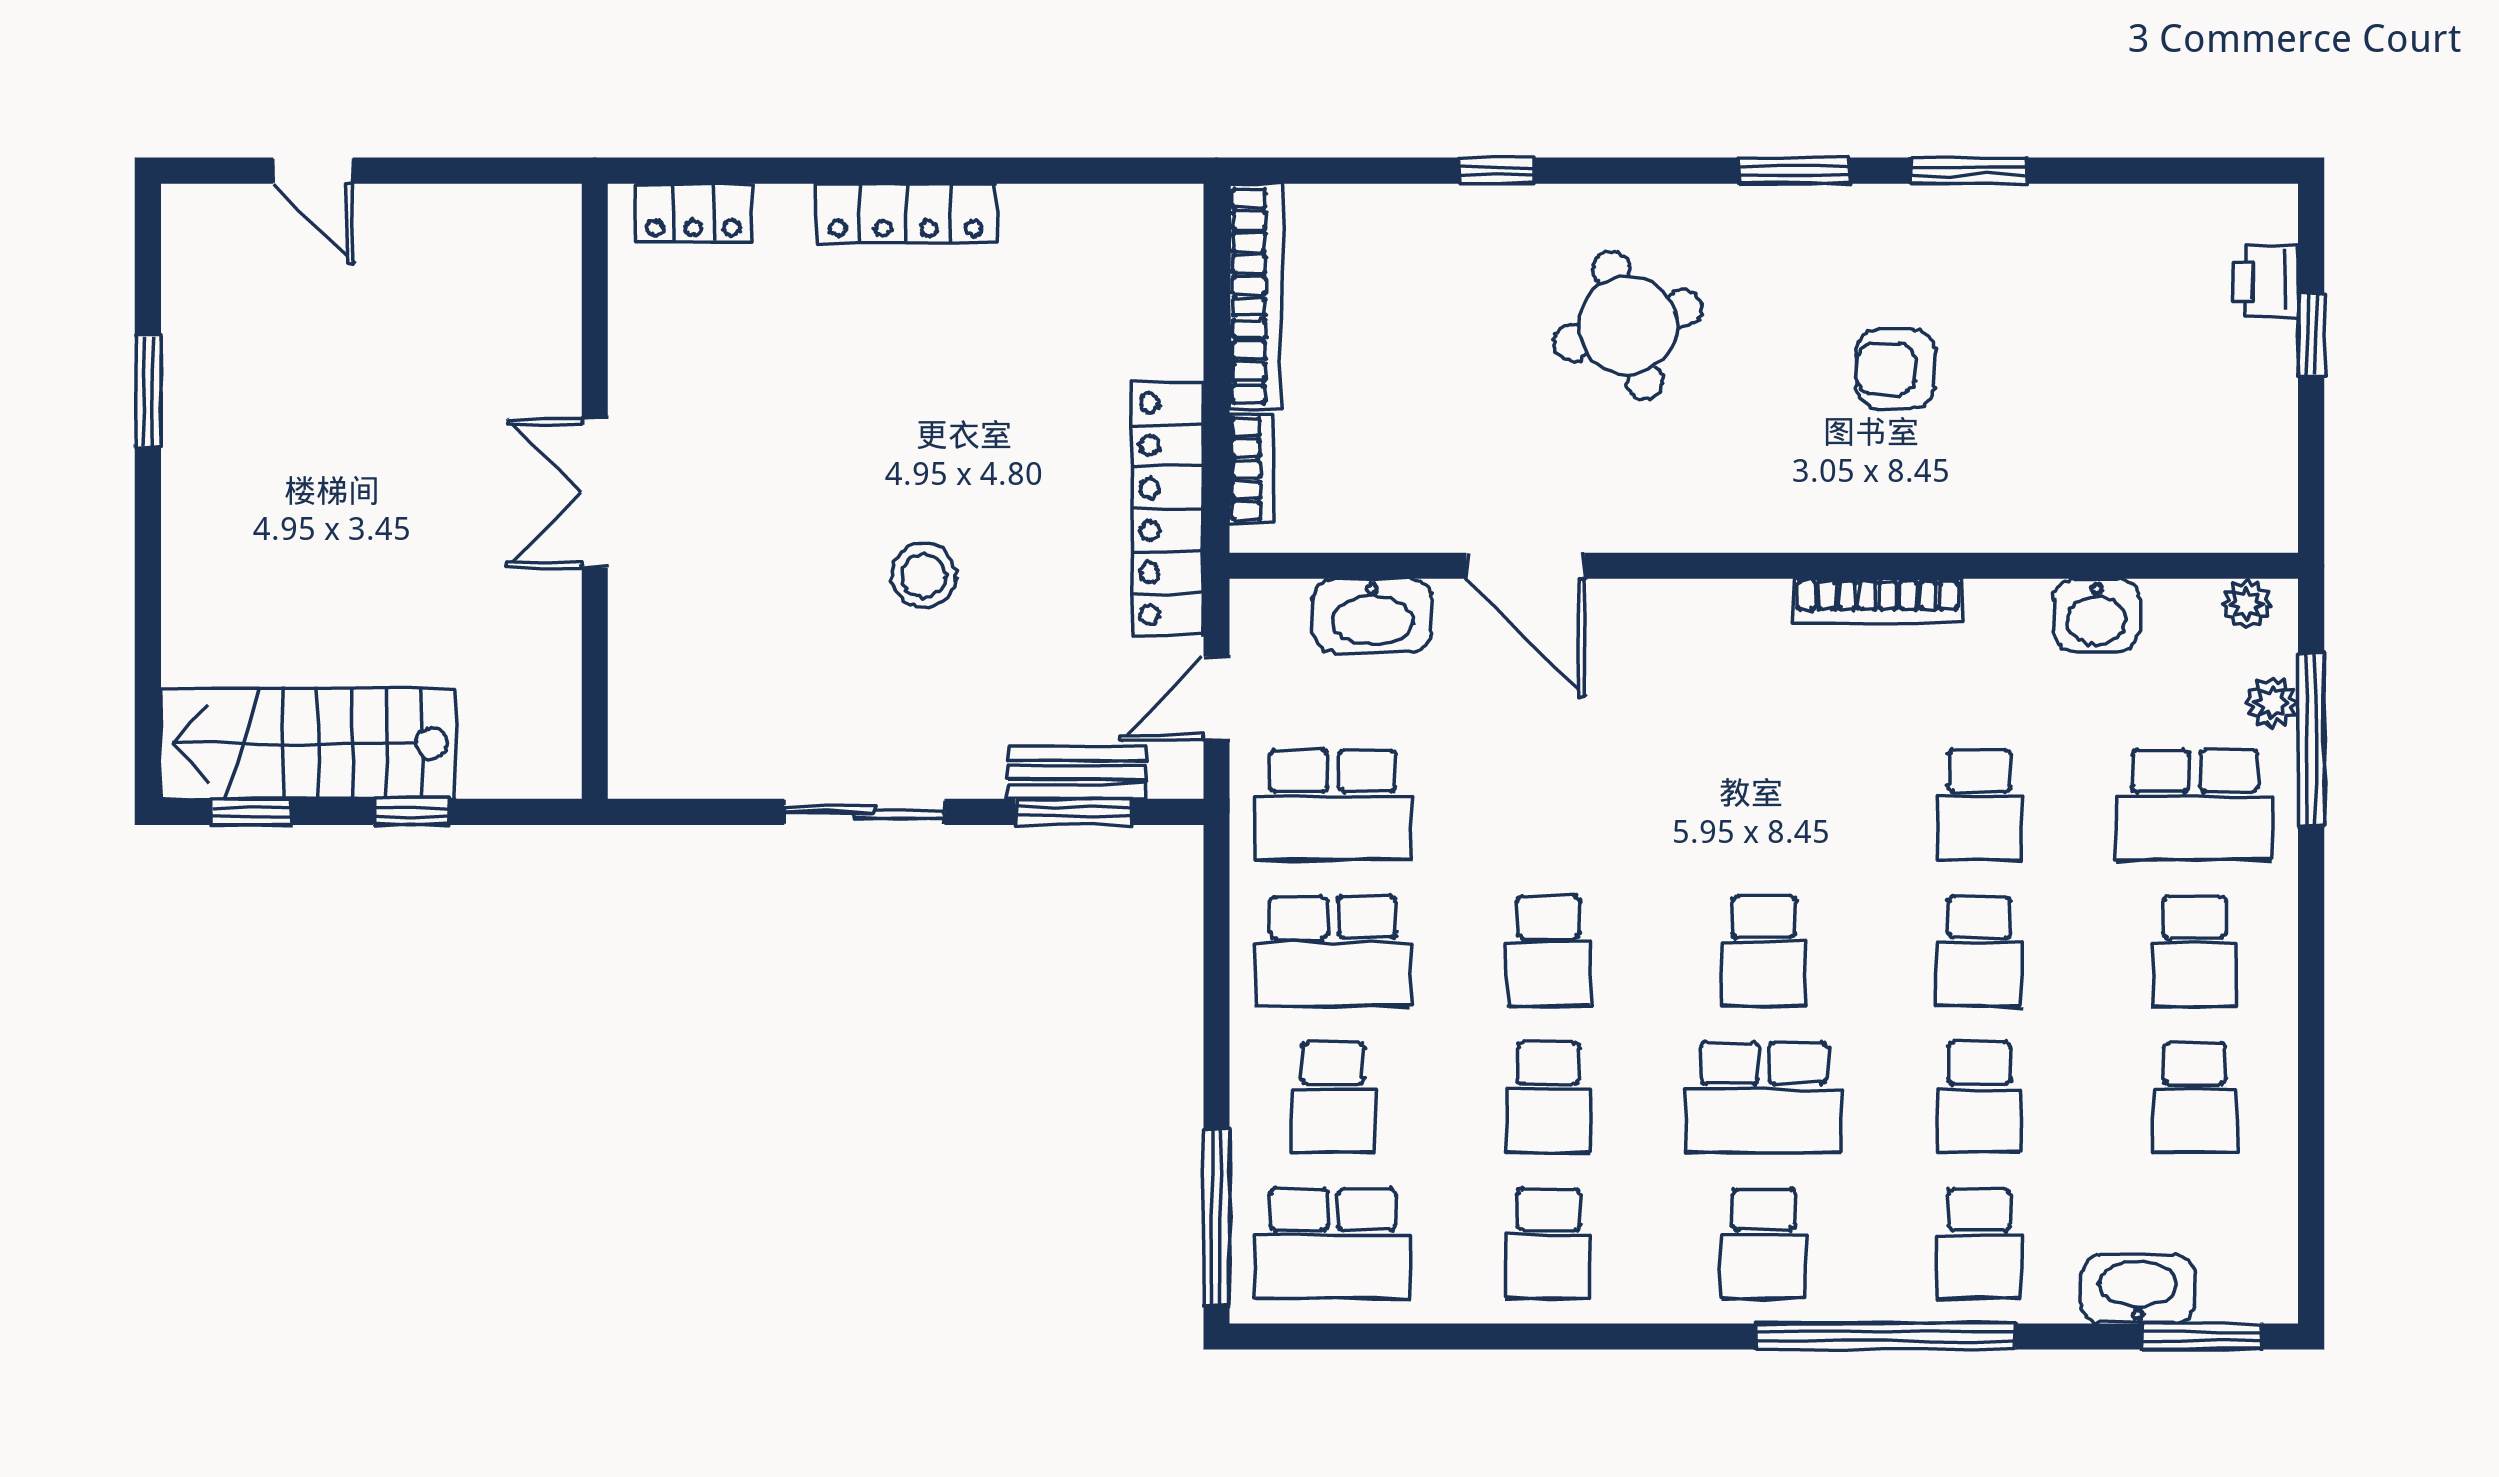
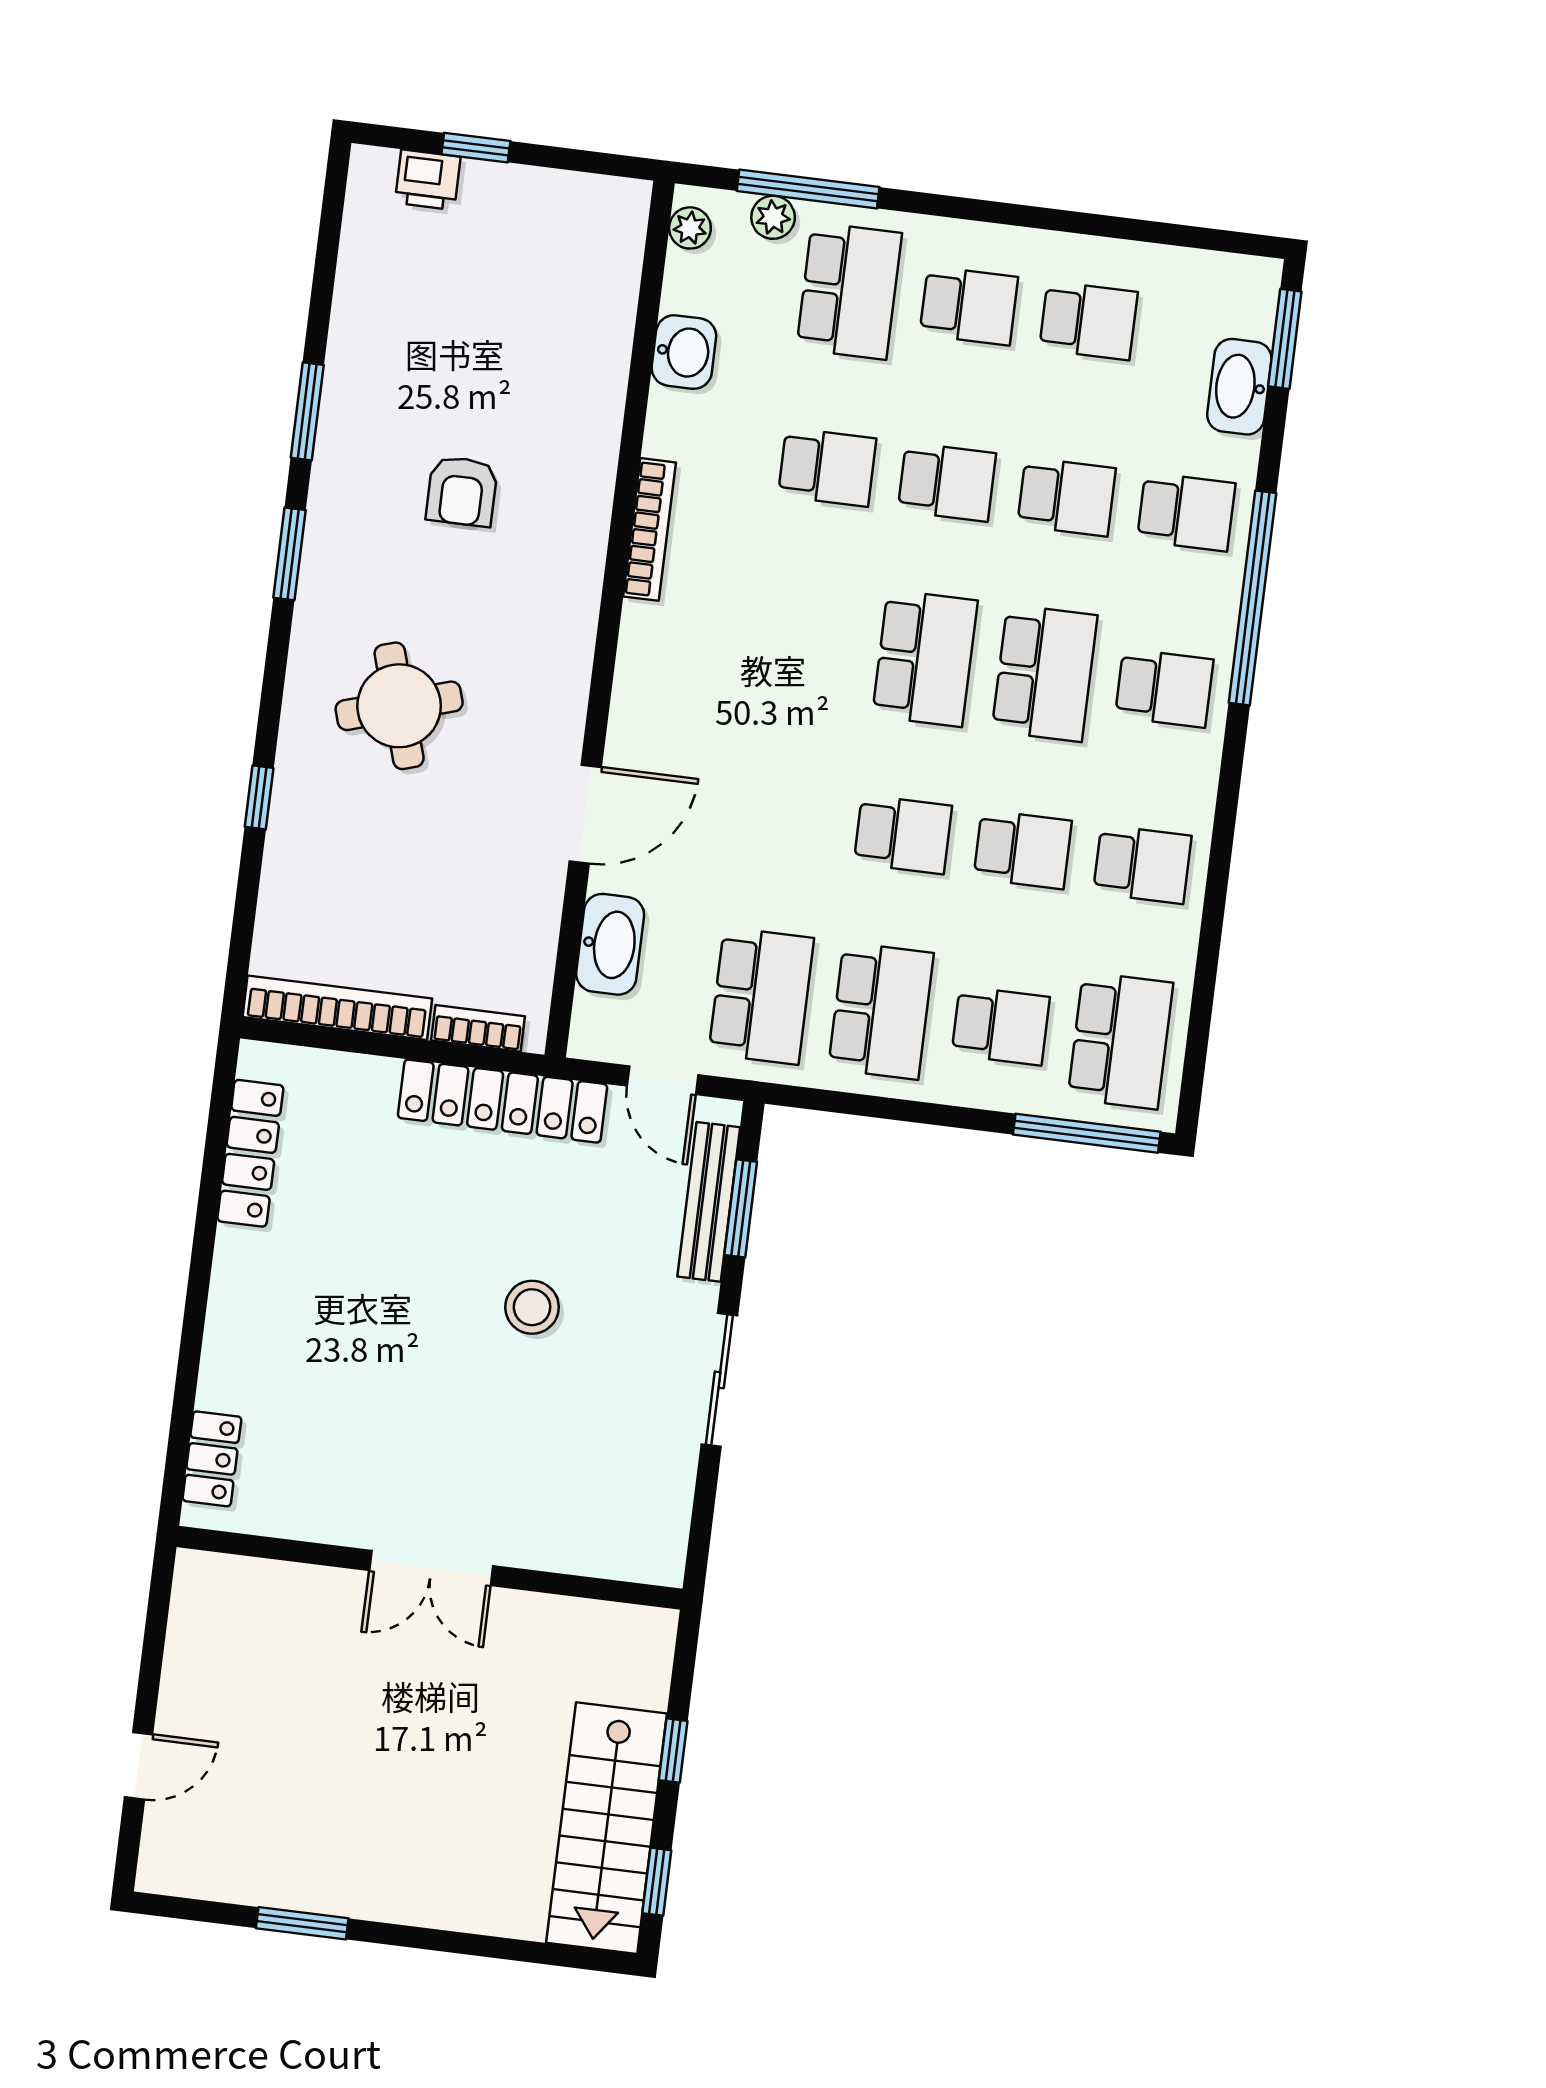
locker: (906, 214) -> (250, 1153), moved
bench: (1077, 772) -> (709, 1202), width x1.36
school desk: (1764, 951) -> (925, 658), width x1.85

